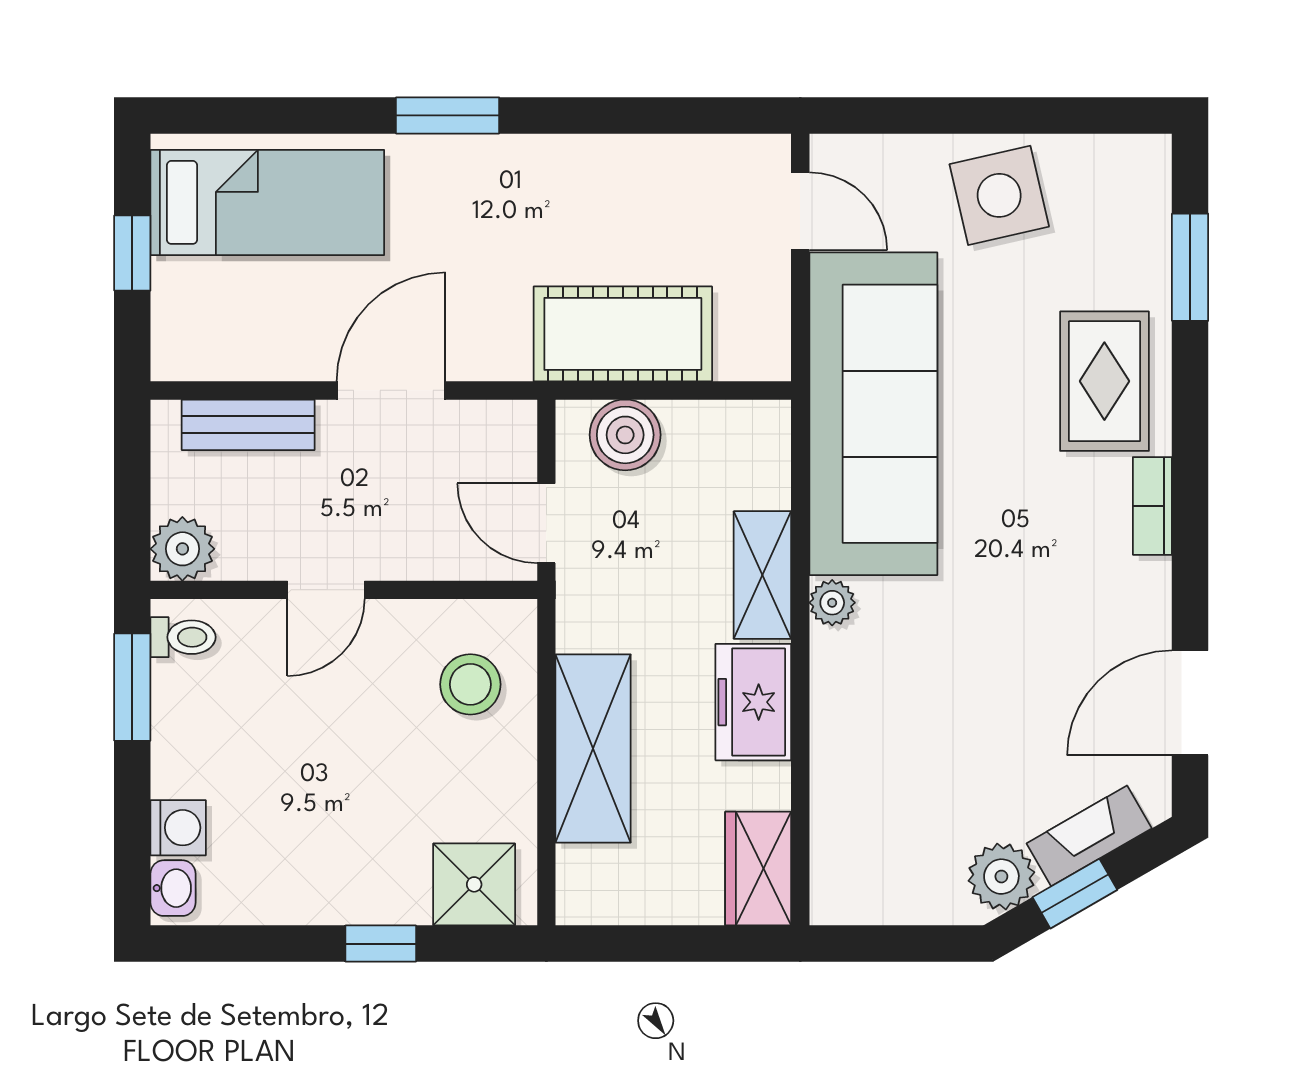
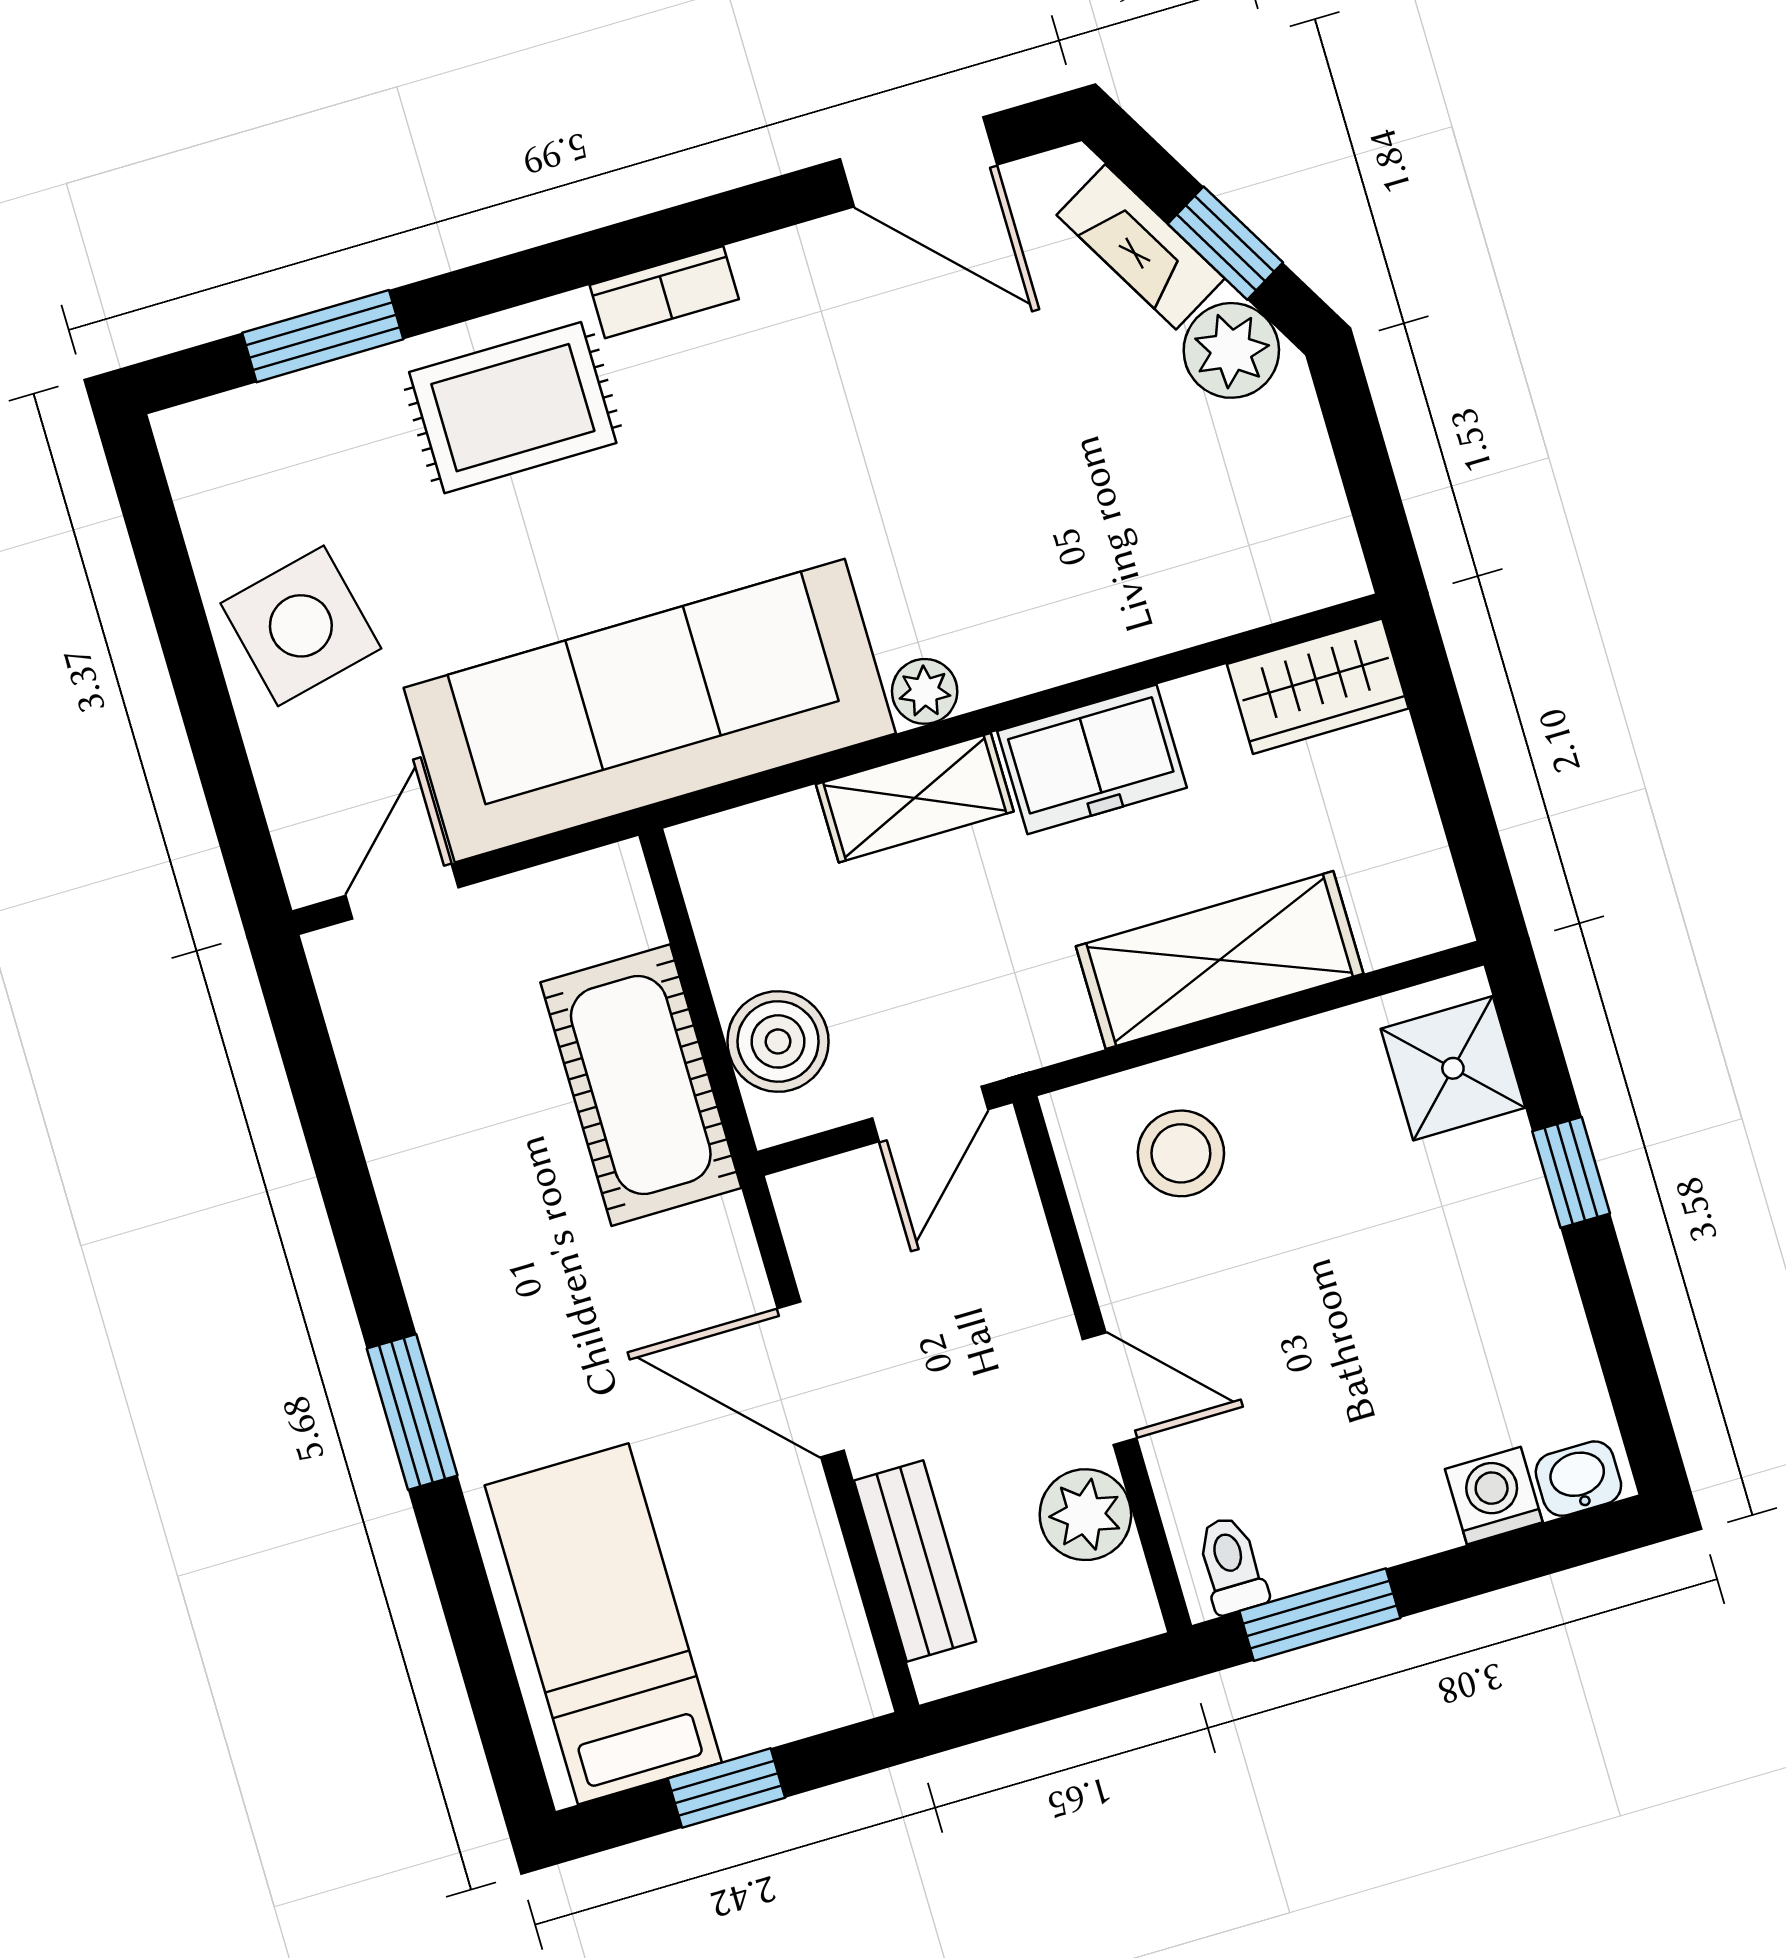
plant: (182, 549) -> (1085, 1515), moved

